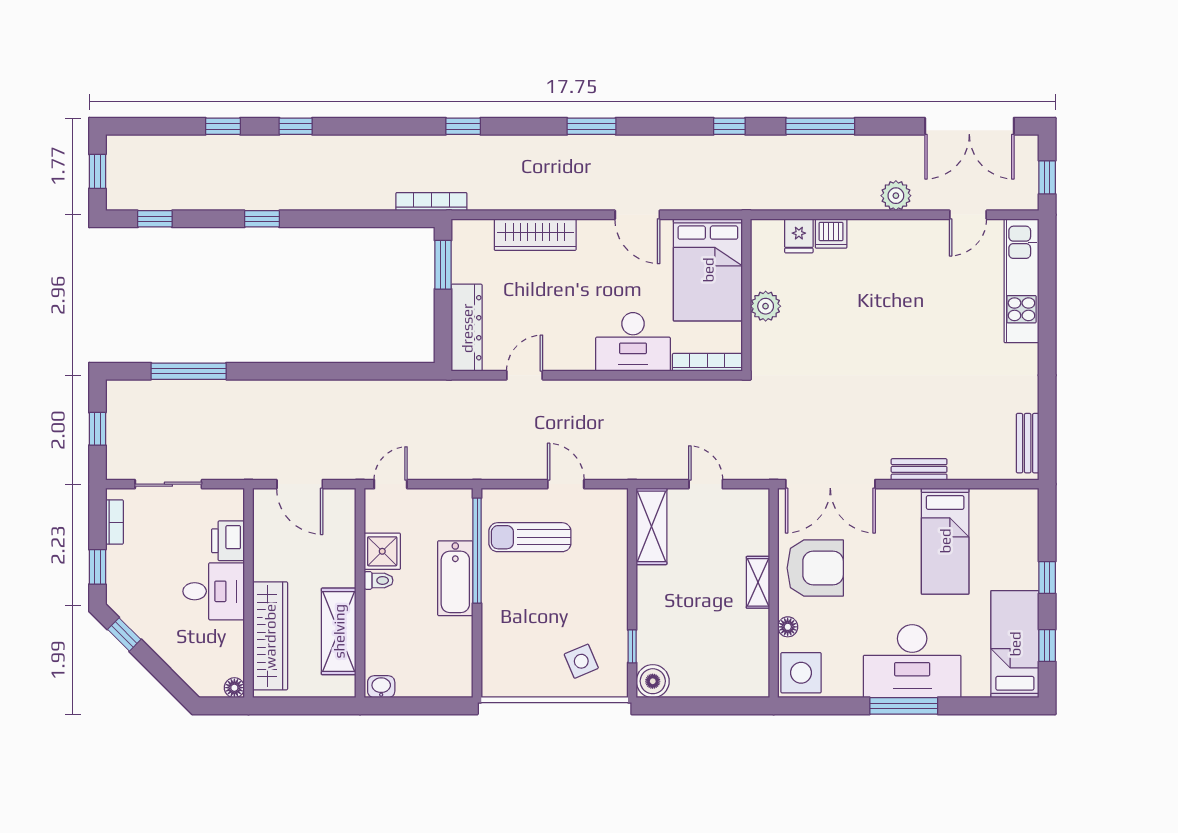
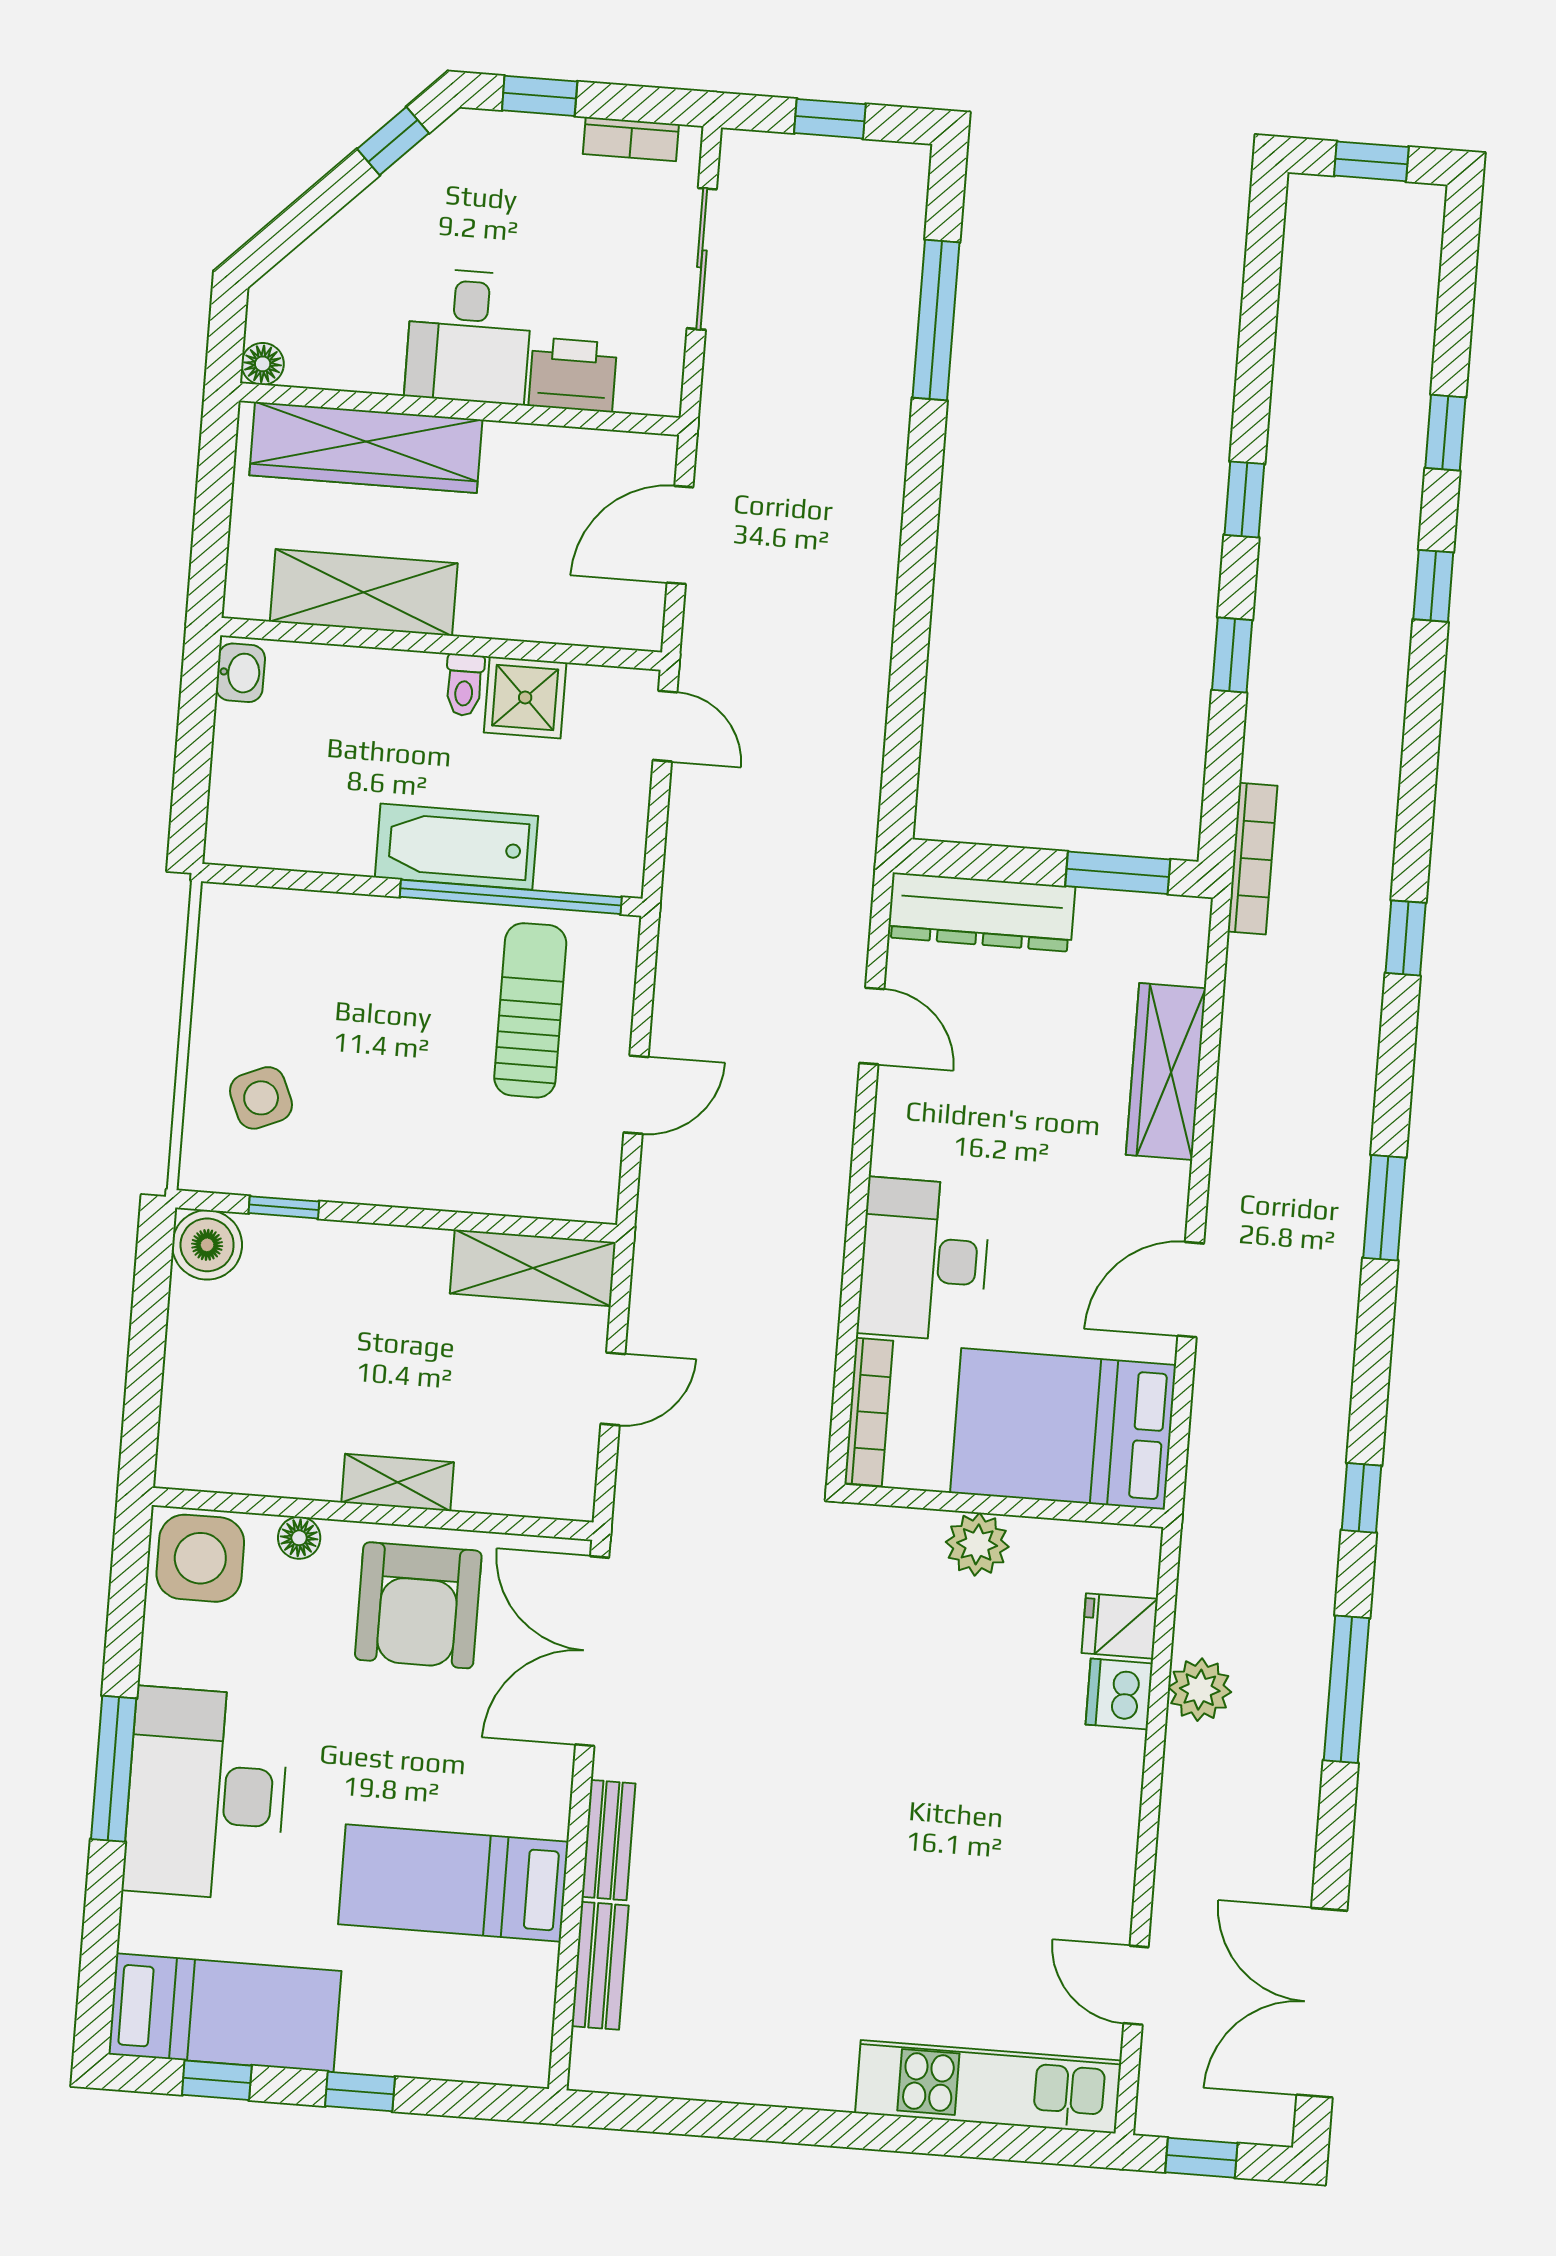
plant: (896, 196) -> (1200, 1690), moved
window: (155, 219) -> (1232, 655), moved
bench: (1028, 443) -> (600, 1966), moved, turned 90

